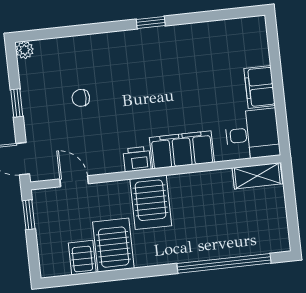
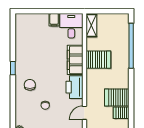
chair: (120, 61) -> (30, 85), added
filing cabinet: (260, 87) -> (54, 20), width x0.50
printer: (137, 159) -> (74, 87), width x1.87, depth x1.48
server rack: (151, 202) -> (98, 60), moved

